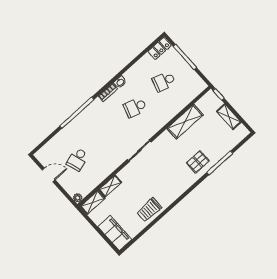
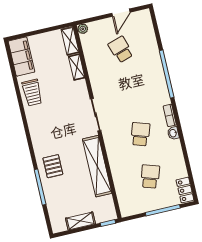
shelving: (185, 122) -> (97, 166), width x1.47
trolley: (149, 210) -> (32, 93), turned 180
filing cabinet: (115, 233) -> (21, 57), moved, turned -90

